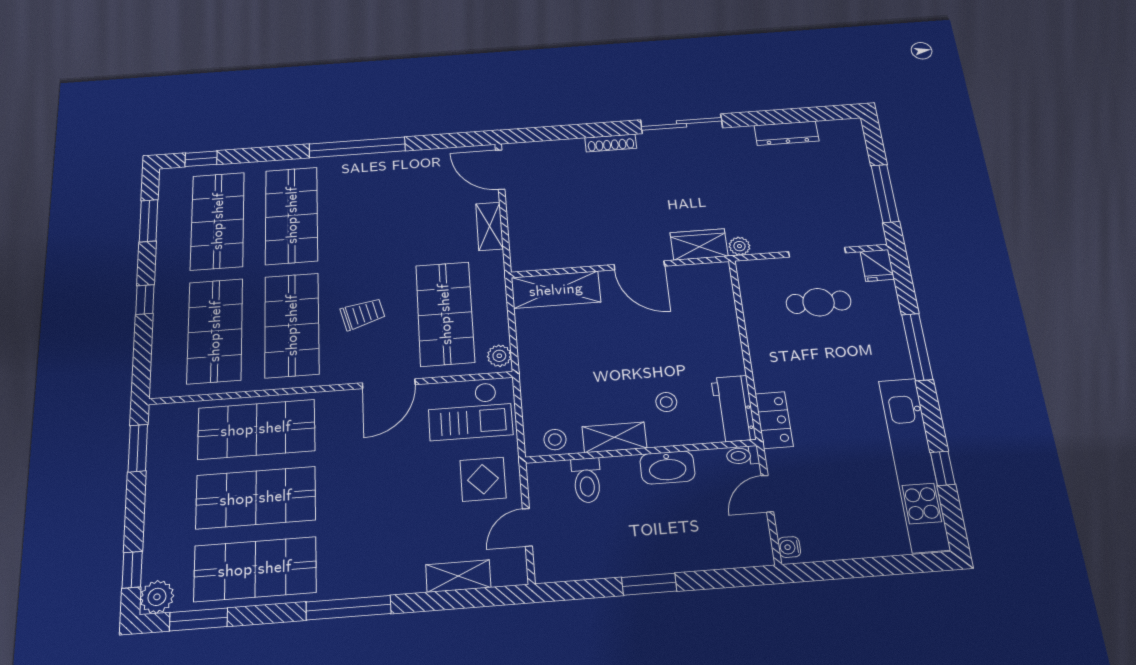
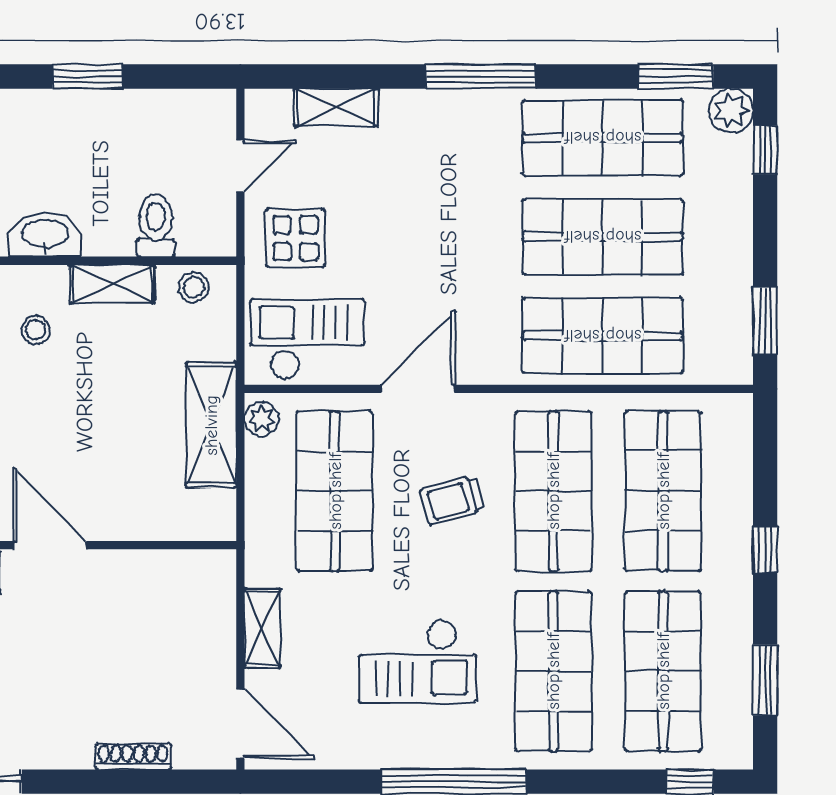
shoe rack: (611, 143) -> (133, 757), moved
checkout: (383, 215) -> (418, 661), added
shelving: (556, 290) -> (211, 425), moved, turned 90

